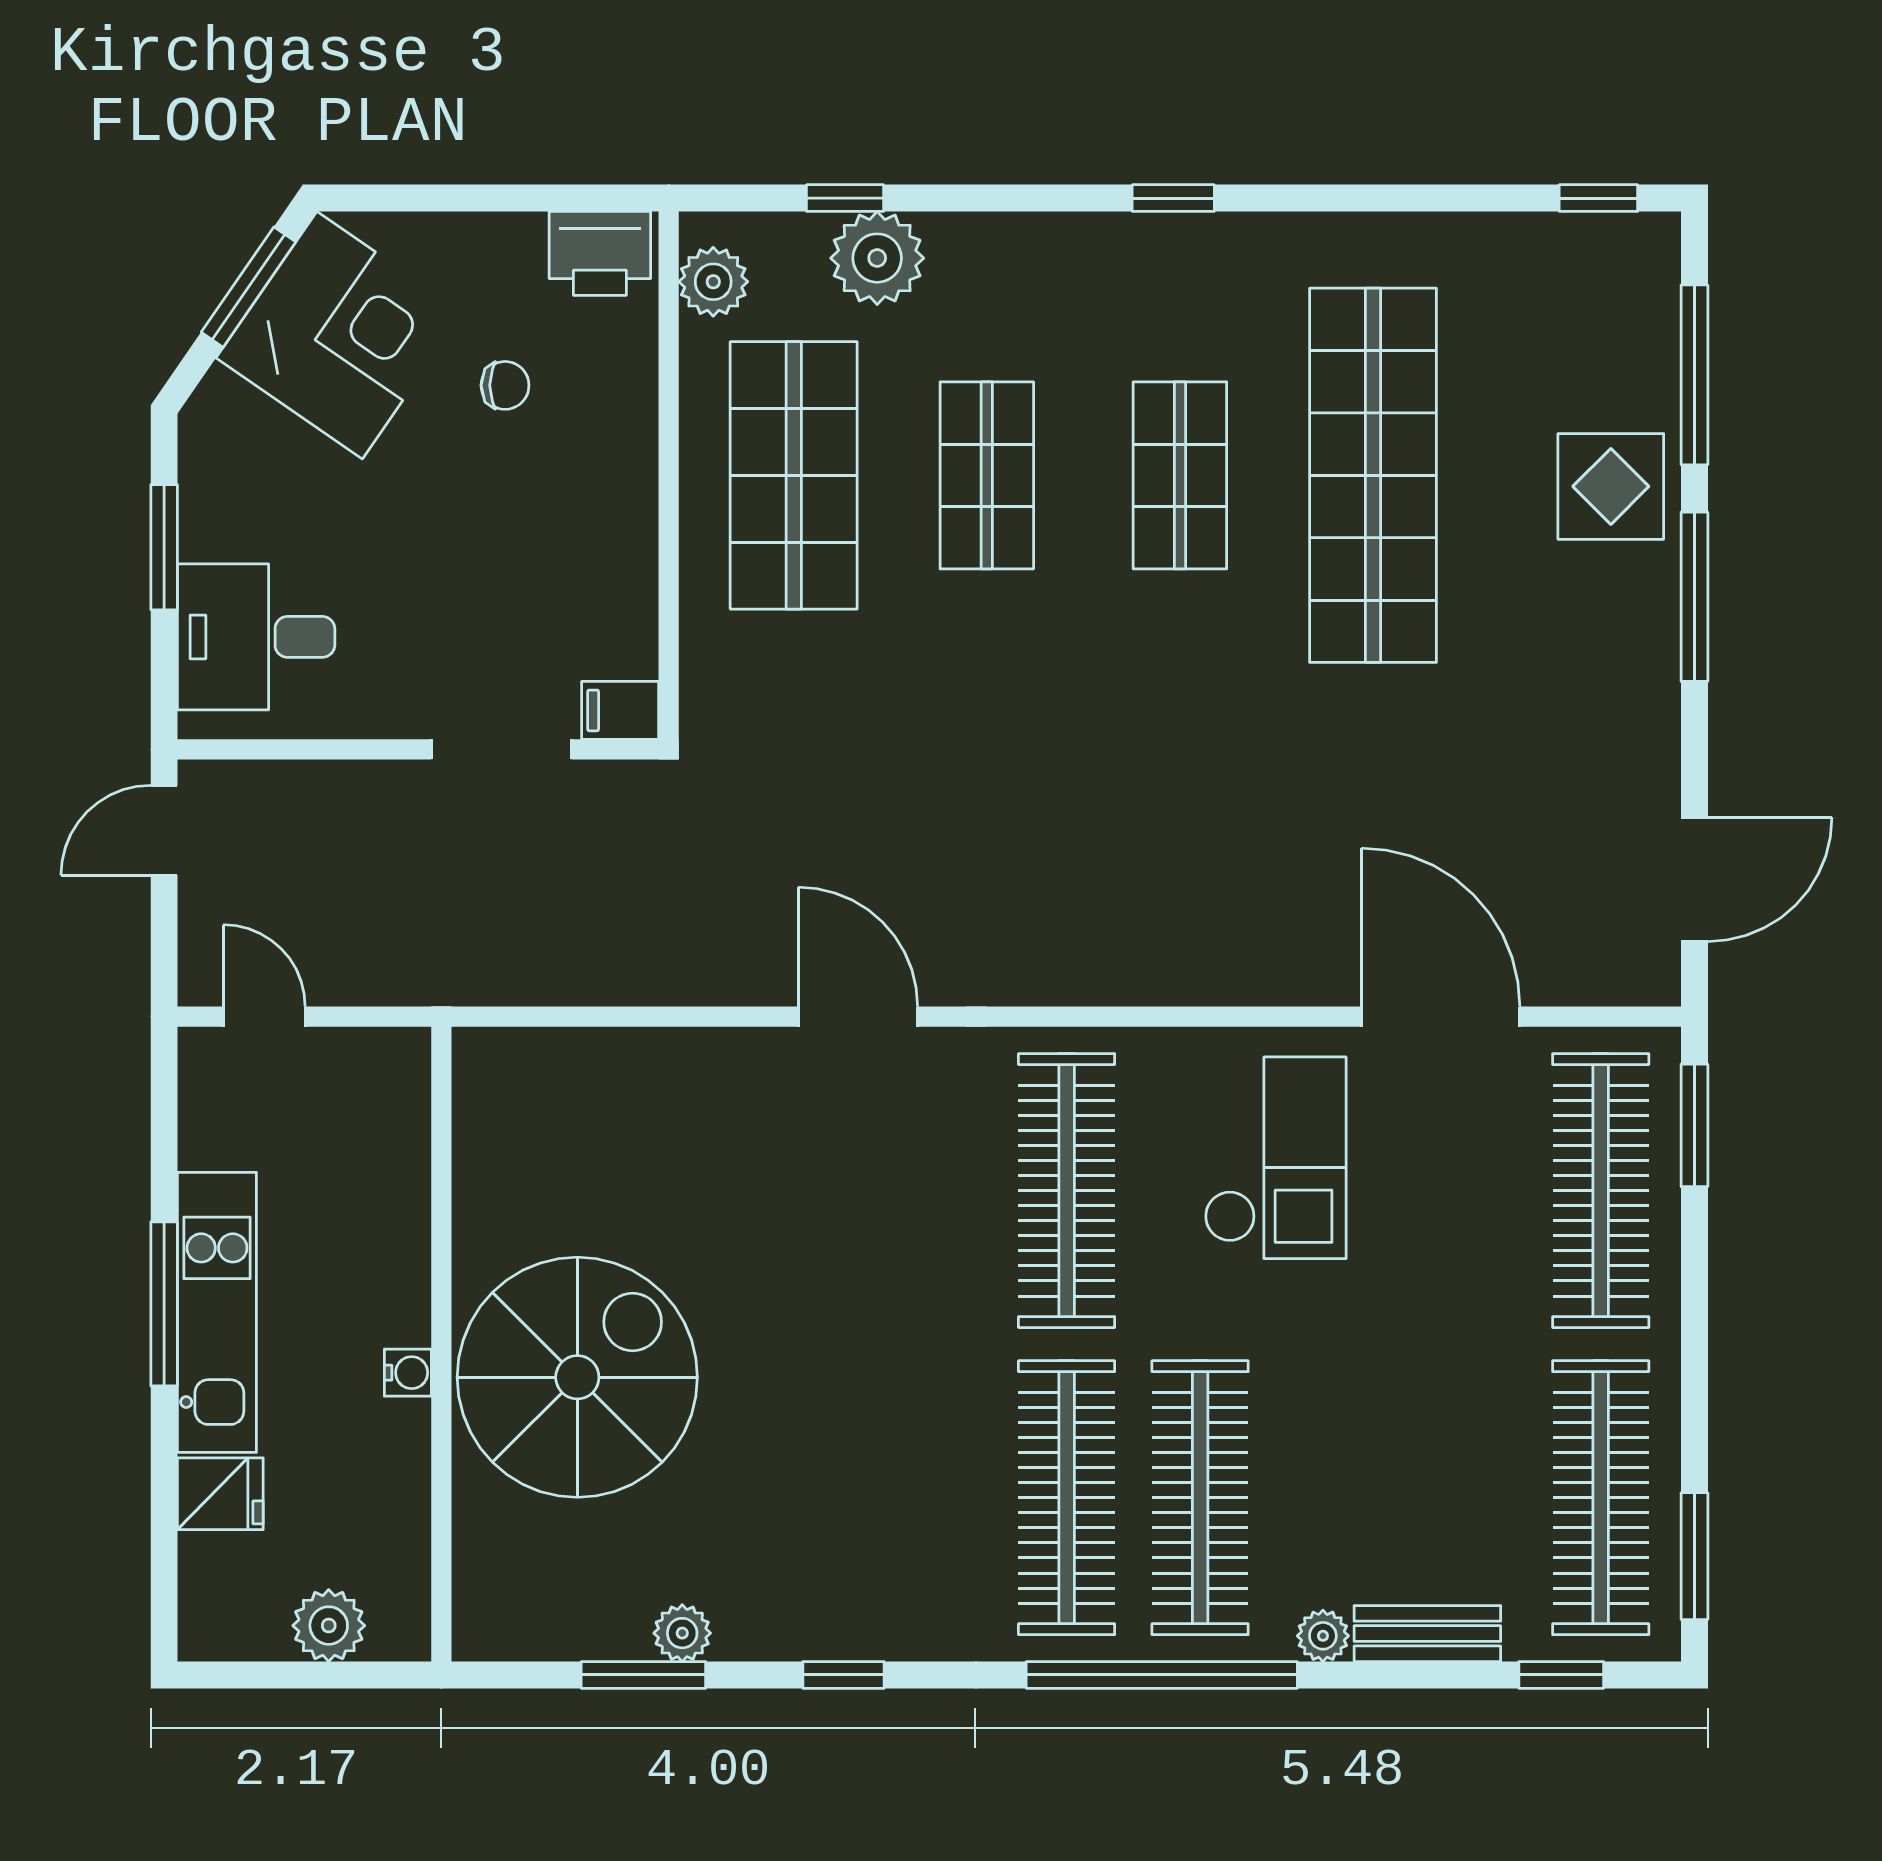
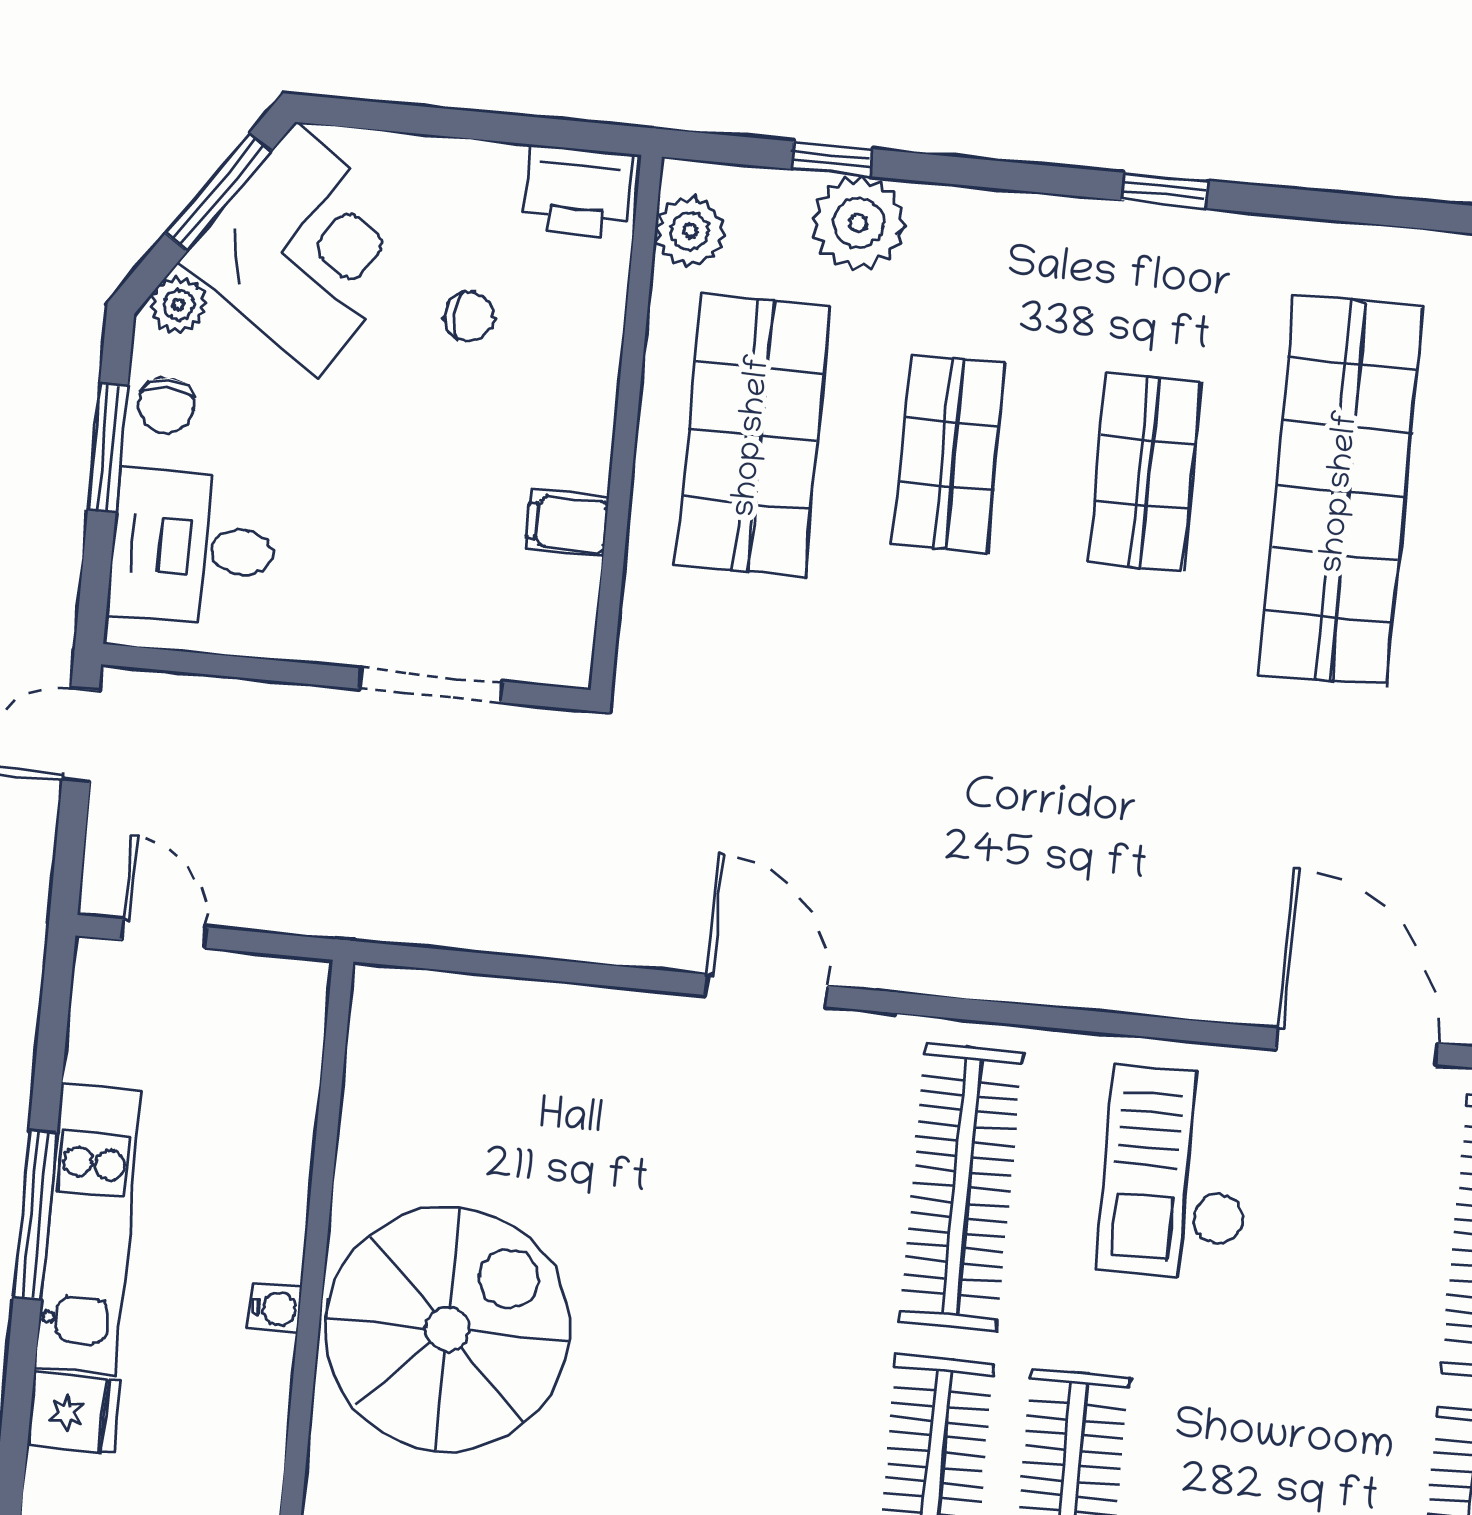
plant: (220, 401) -> (178, 305), added
chair: (217, 500) -> (166, 405), added
filing cabinet: (620, 710) -> (567, 524), moved
checkout: (1275, 1158) -> (1176, 1174), turned 180

